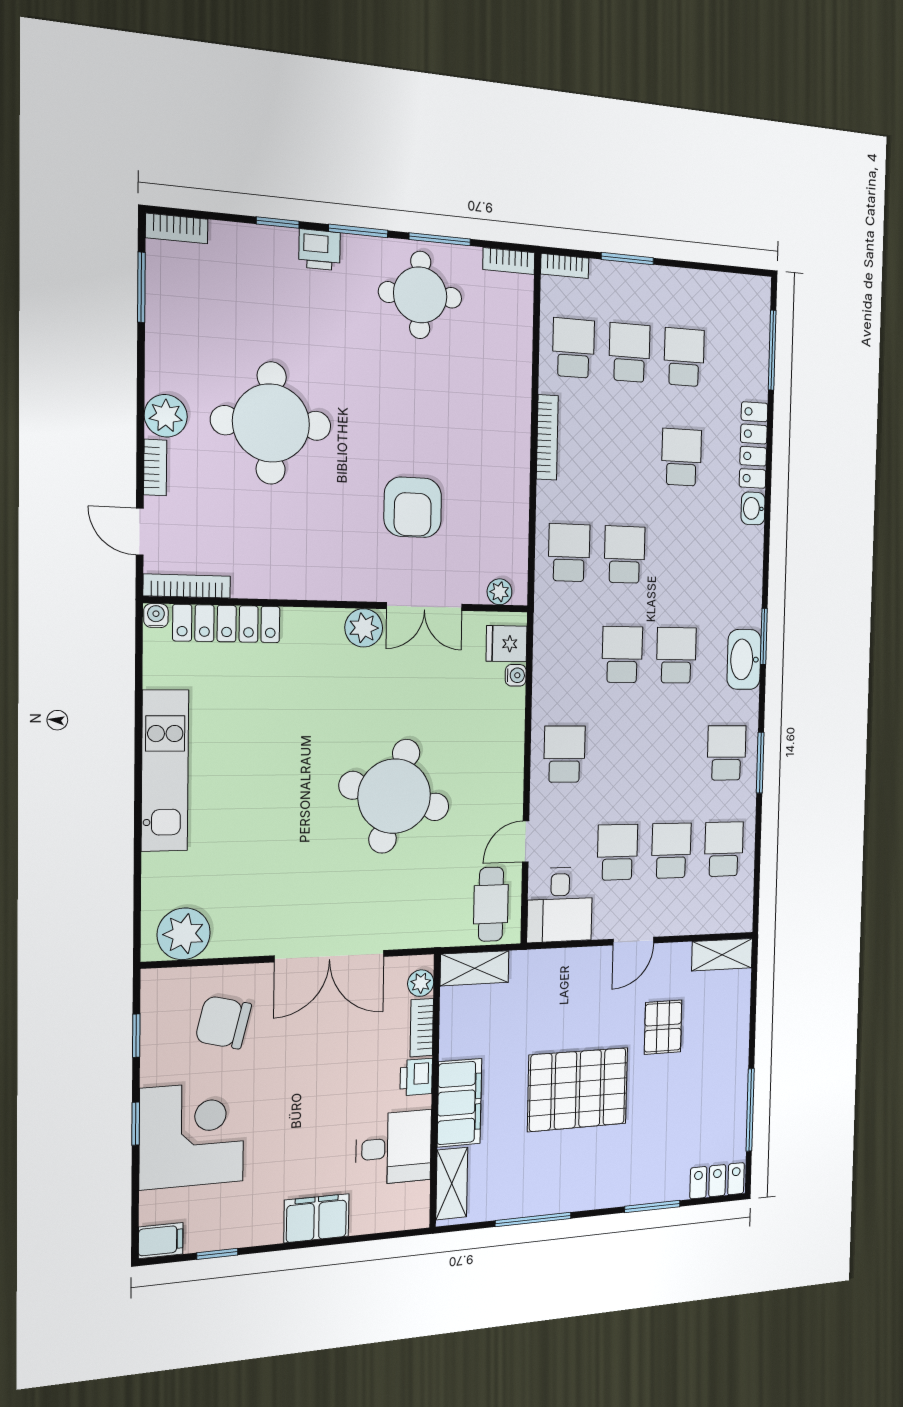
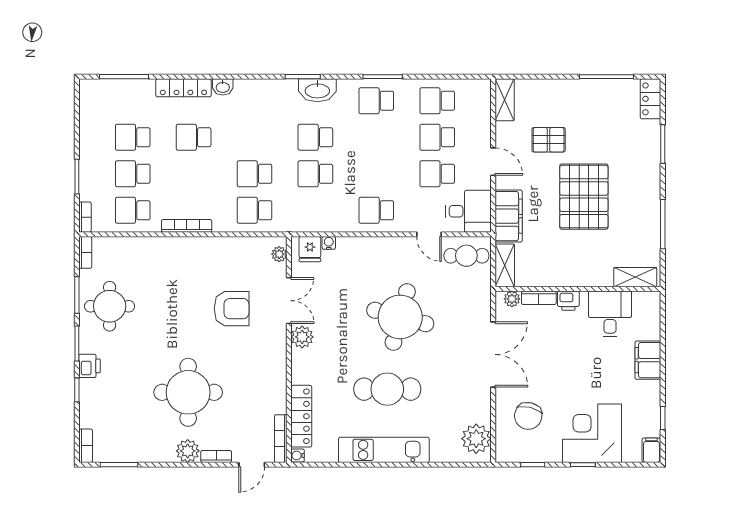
cafe table: (273, 776) -> (387, 389), added
filing cabinet: (459, 1103) -> (509, 216), moved, turned 90

